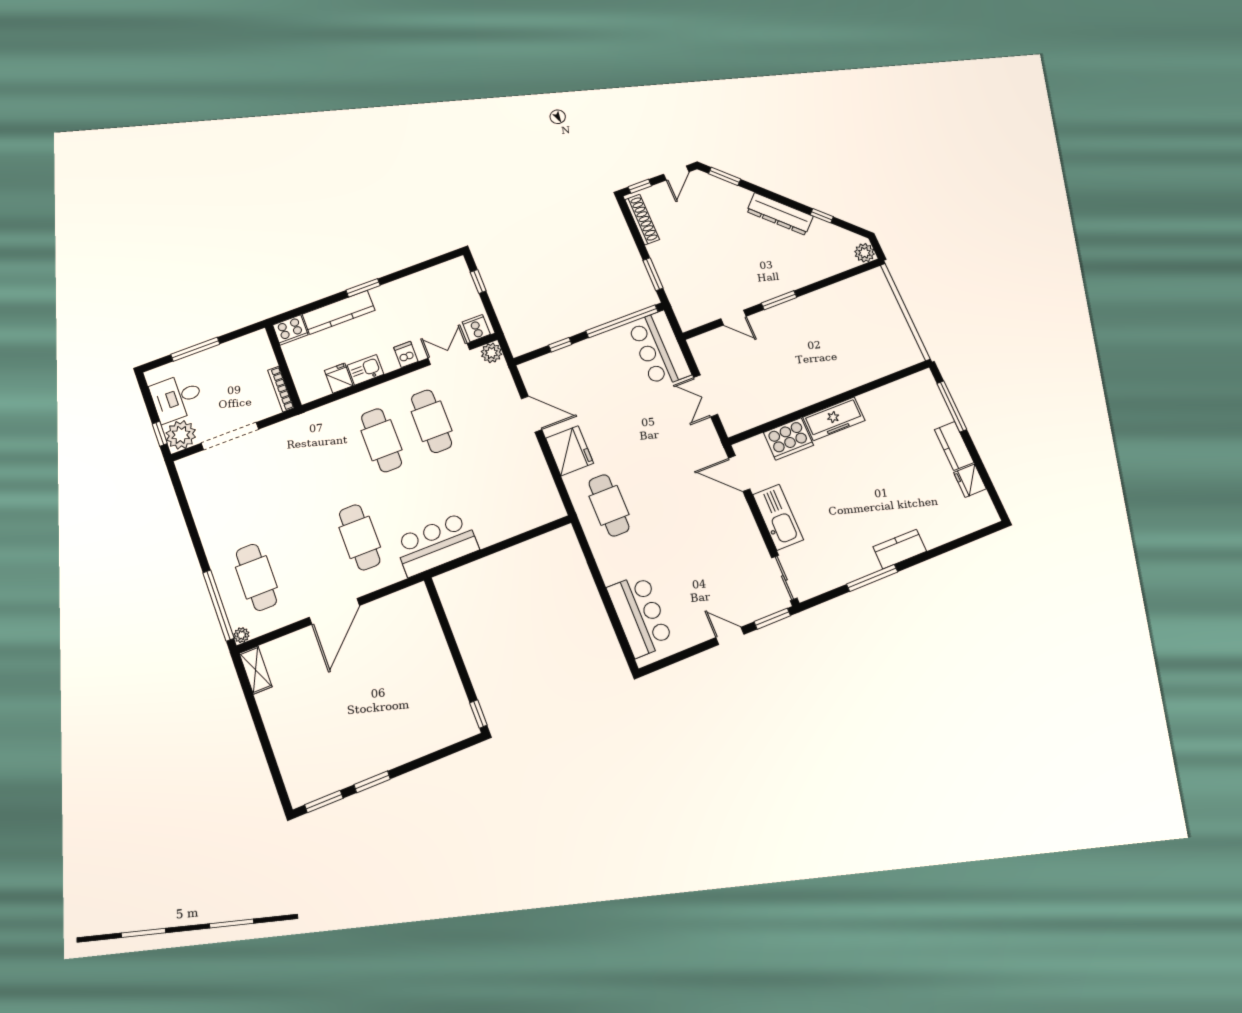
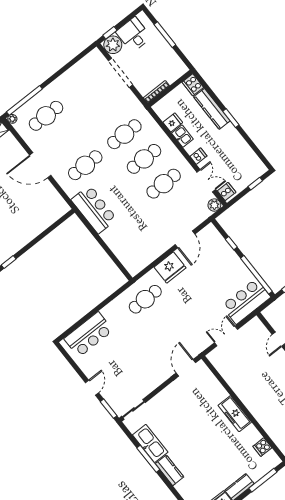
cooker: (788, 439) -> (262, 447), moved, width x0.53, depth x0.76
cafe table: (331, 459) -> (124, 134), added
kitchen sink: (778, 517) -> (150, 443), moved, turned -90

